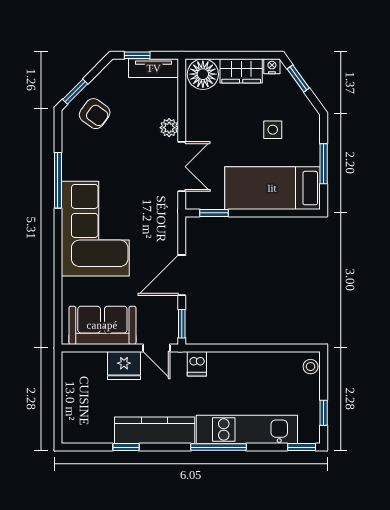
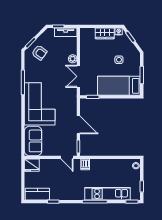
floor lamp: (203, 74) -> (88, 35), removed
double door: (182, 167) -> (78, 76), swing flipped
door: (182, 275) -> (78, 125), swing flipped
sofa: (102, 325) -> (33, 141), moved, turned 90
fridge: (124, 365) -> (32, 165), moved
kitchen counter: (155, 430) -> (37, 194), moved, width x0.67

